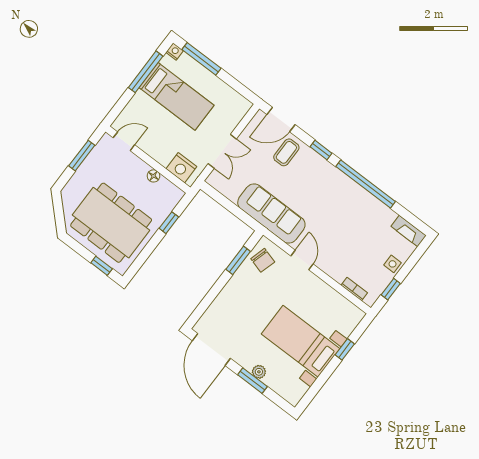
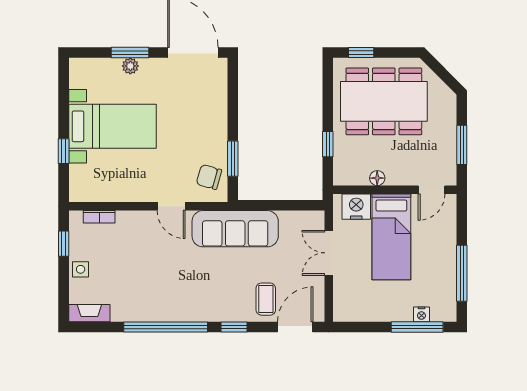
nightstand: (175, 51) -> (421, 314), moved
bed: (176, 96) -> (391, 237), moved, turned -90

